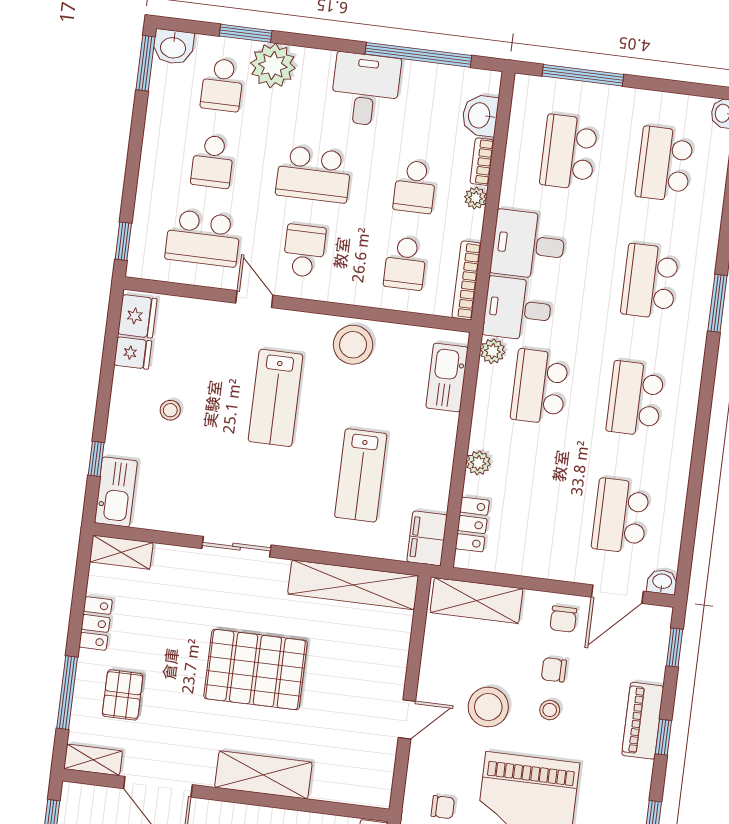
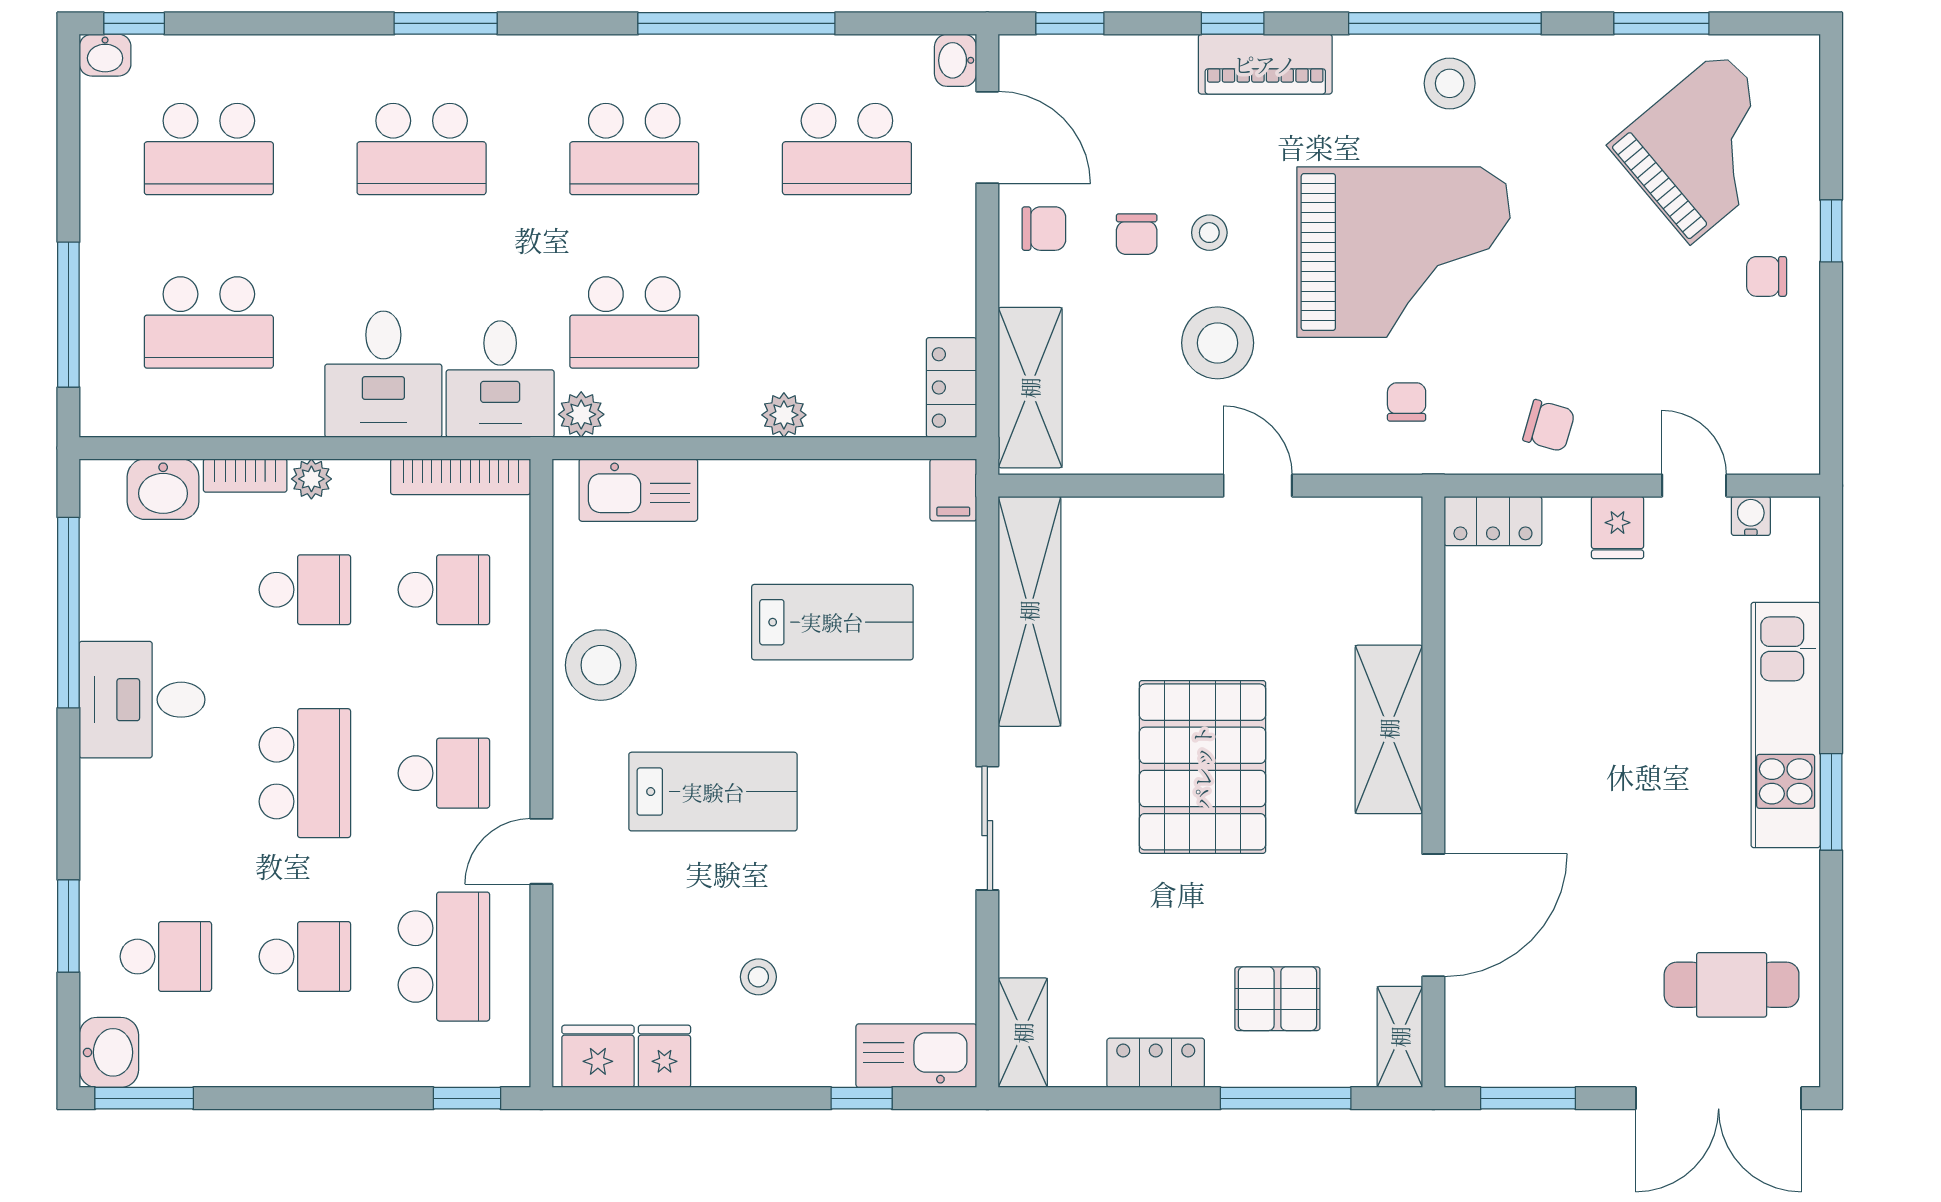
plant: (273, 66) -> (120, 870), removed
school desk: (304, 251) -> (444, 773), turned 180
window: (697, 464) -> (736, 23), added
locker: (472, 525) -> (951, 387), moved, turned -90
filing cabinet: (427, 538) -> (953, 490), width x0.50
piano: (643, 721) -> (1265, 64), moved

